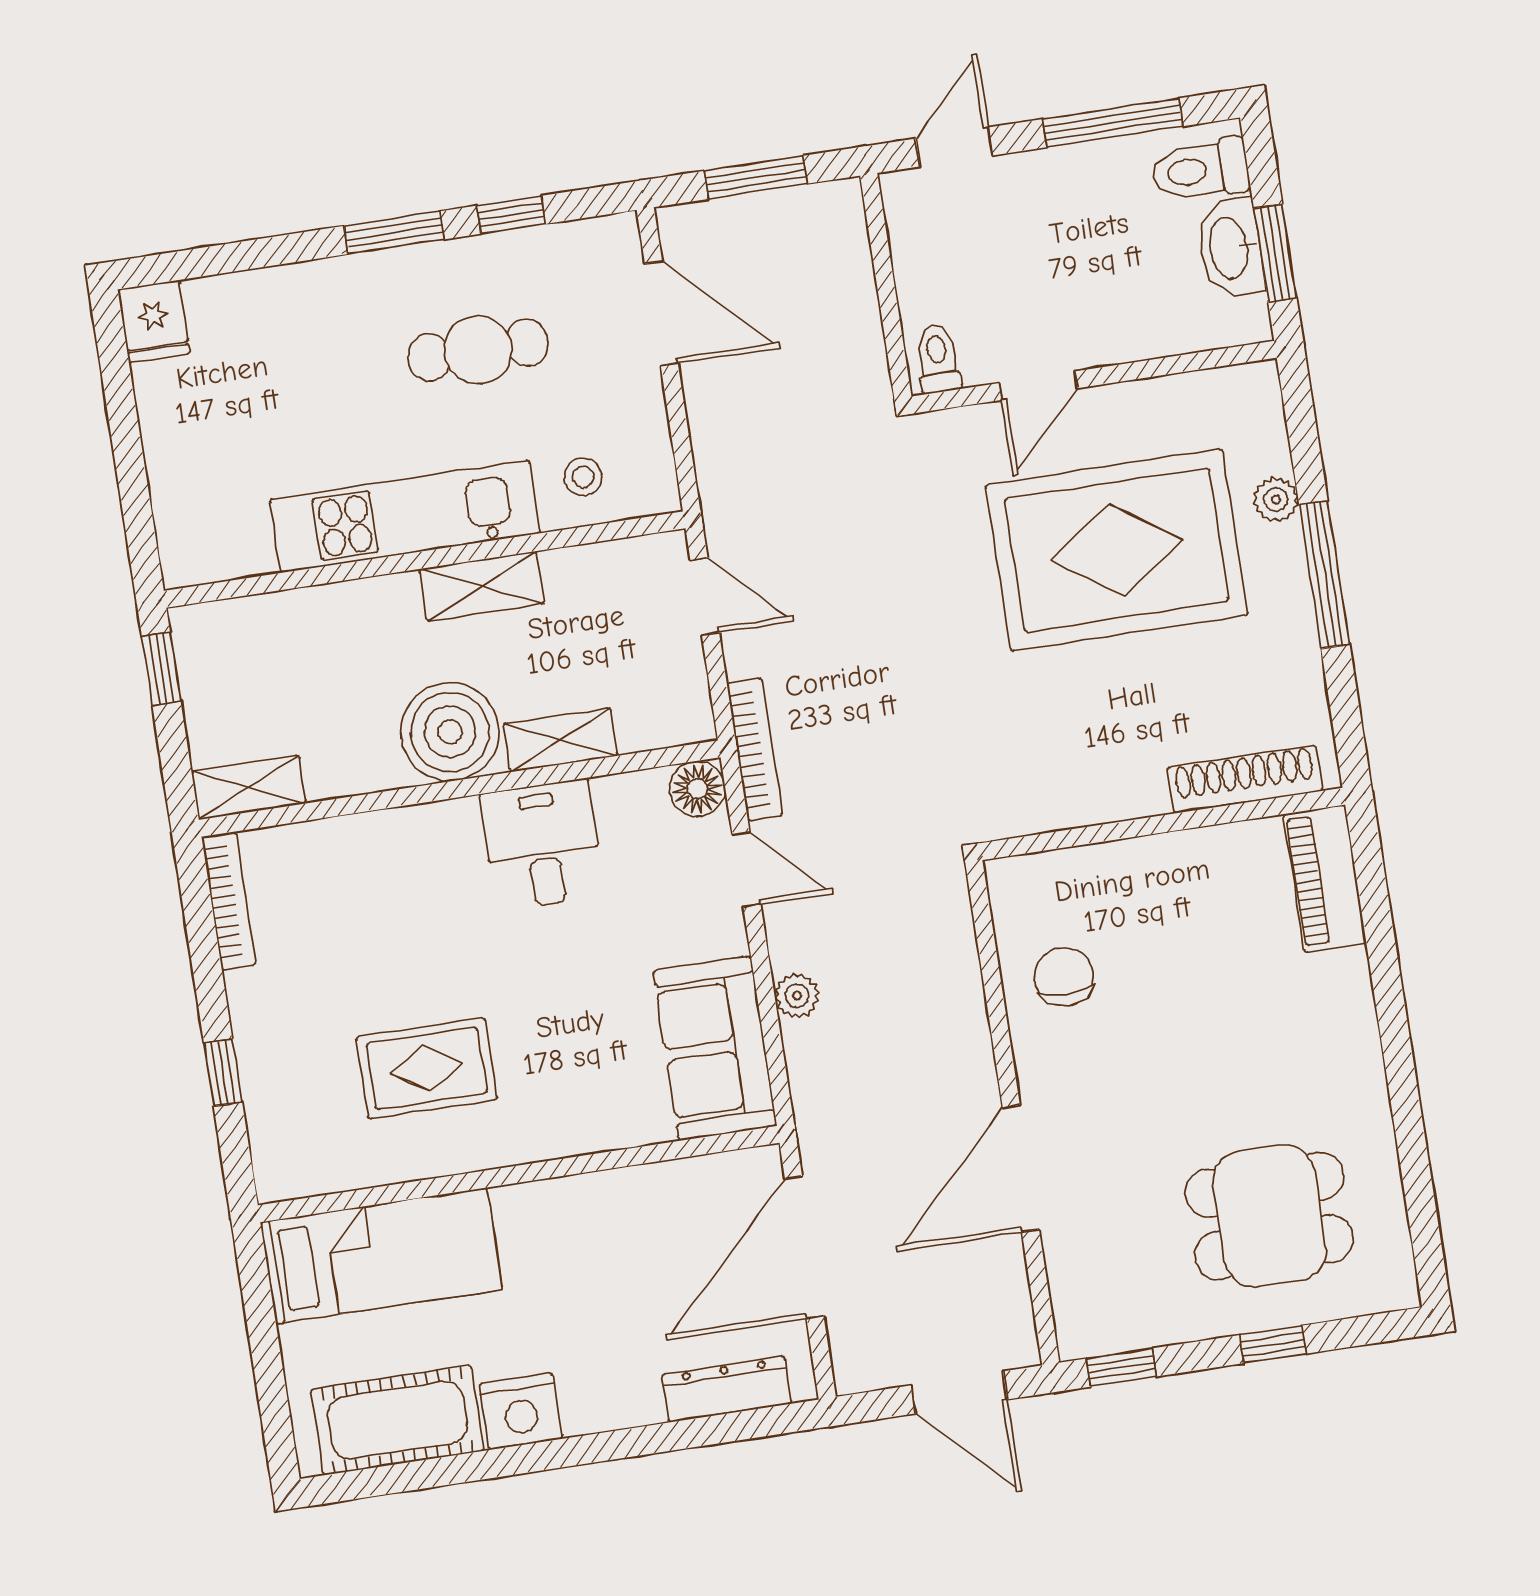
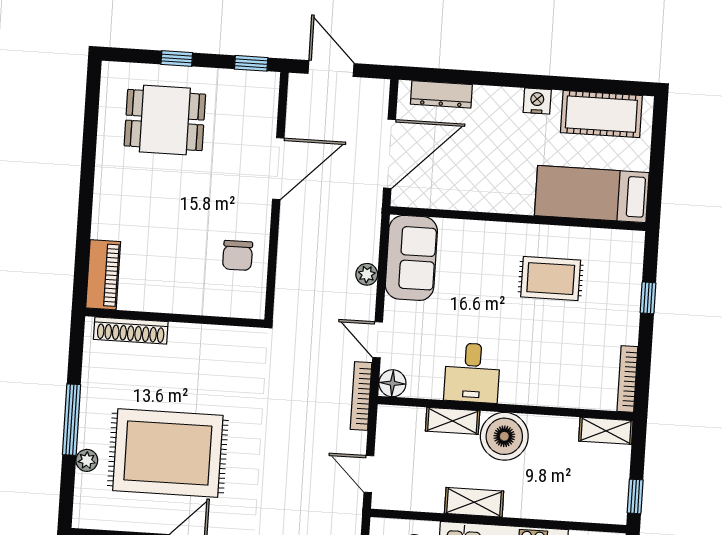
nightstand: (521, 1411) -> (537, 101), width x0.74, depth x0.75

